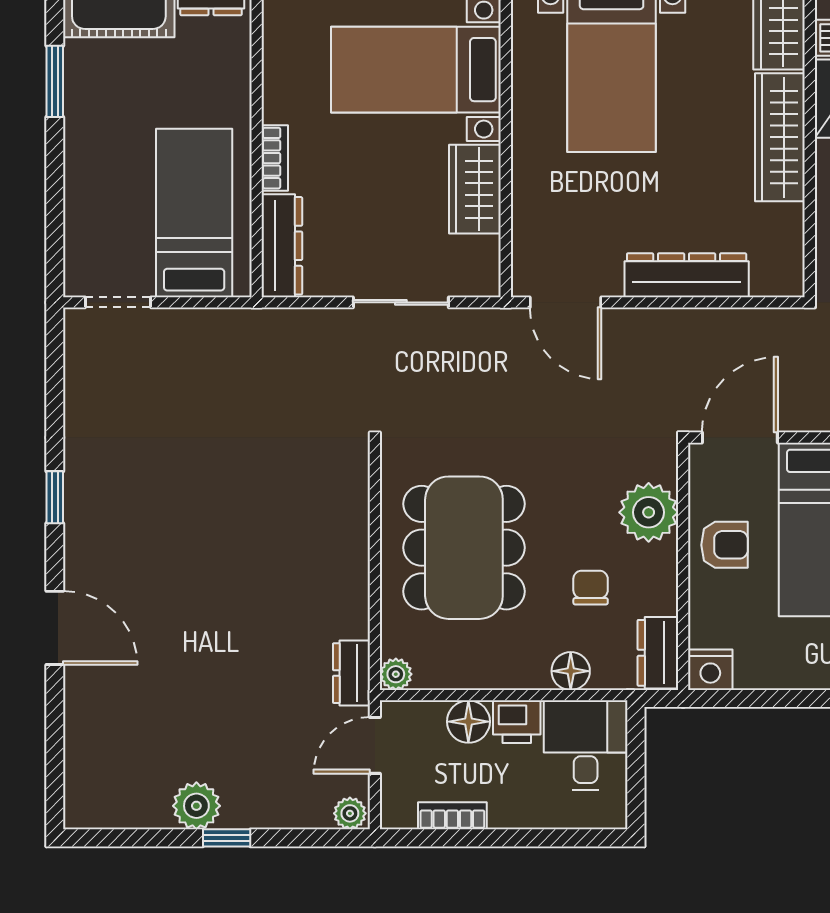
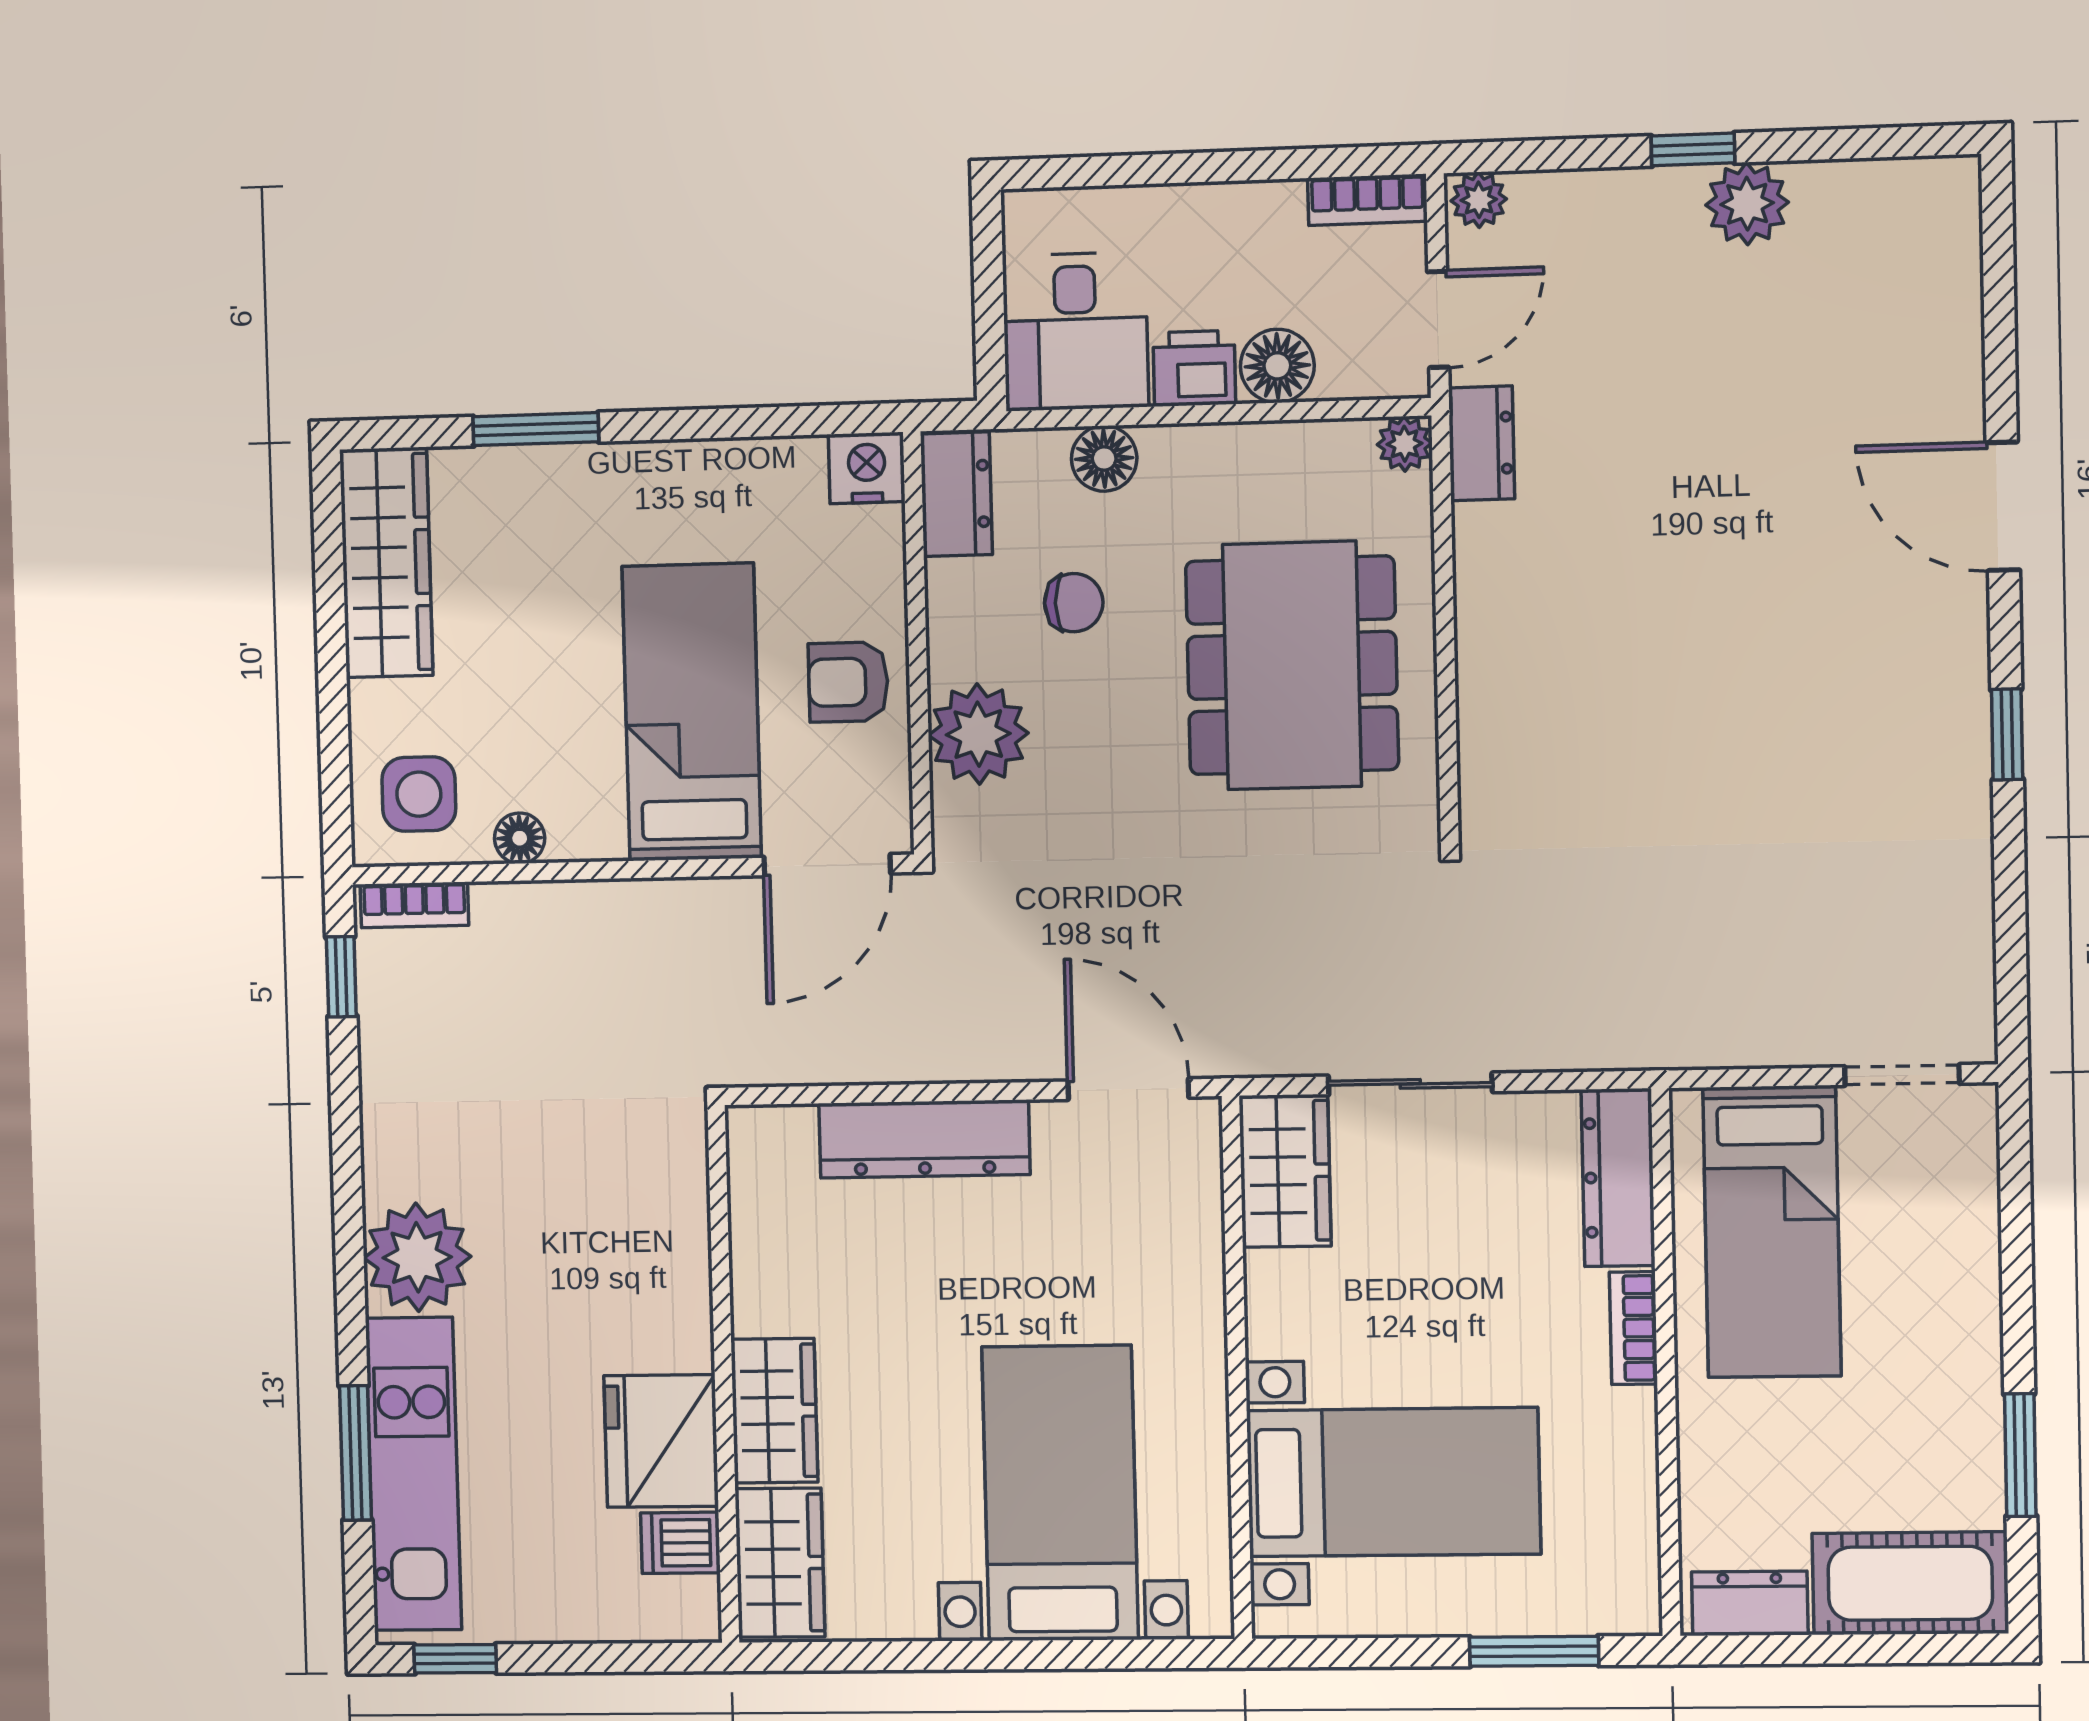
wardrobe: (780, 137) -> (774, 1411), width x0.67
wardrobe: (475, 189) -> (1285, 1171), moved
chair: (591, 588) -> (1074, 603), turned -90
bookcase: (452, 816) -> (1367, 200), moved

